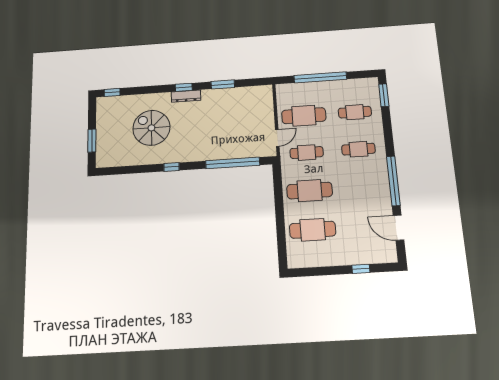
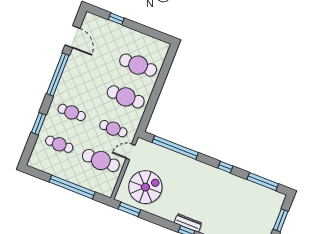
window: (223, 84) -> (129, 209), moved
window: (384, 95) -> (39, 124), moved
spiral stairs: (151, 128) -> (145, 187), moved, turned -90
window: (126, 170) -> (263, 182), added

